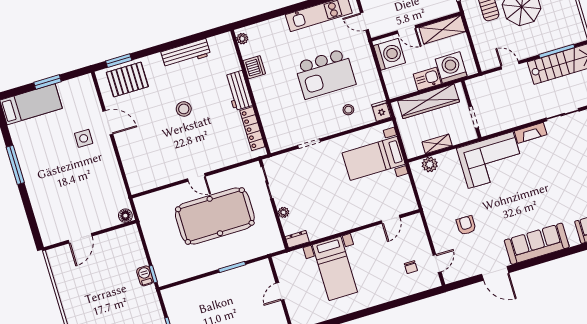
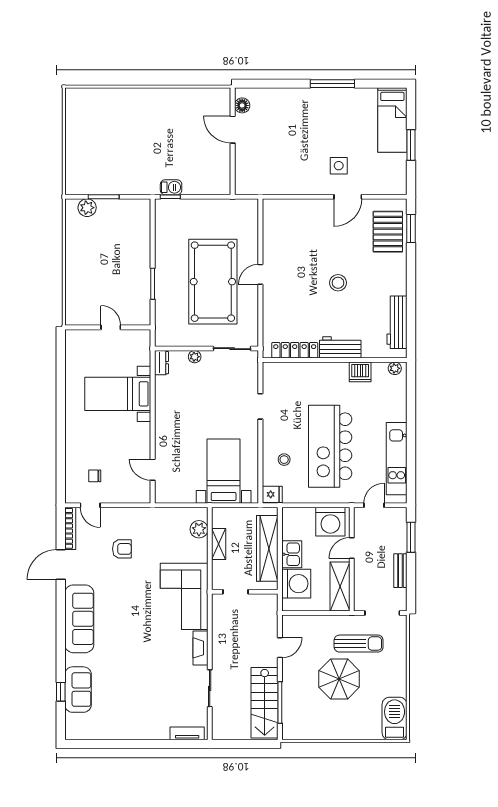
workbench: (186, 53) -> (397, 322), moved
kitchen island: (325, 74) -> (330, 446), width x1.37
floor lamp: (125, 216) -> (242, 105), moved
bookcase: (462, 275) -> (70, 528), added

